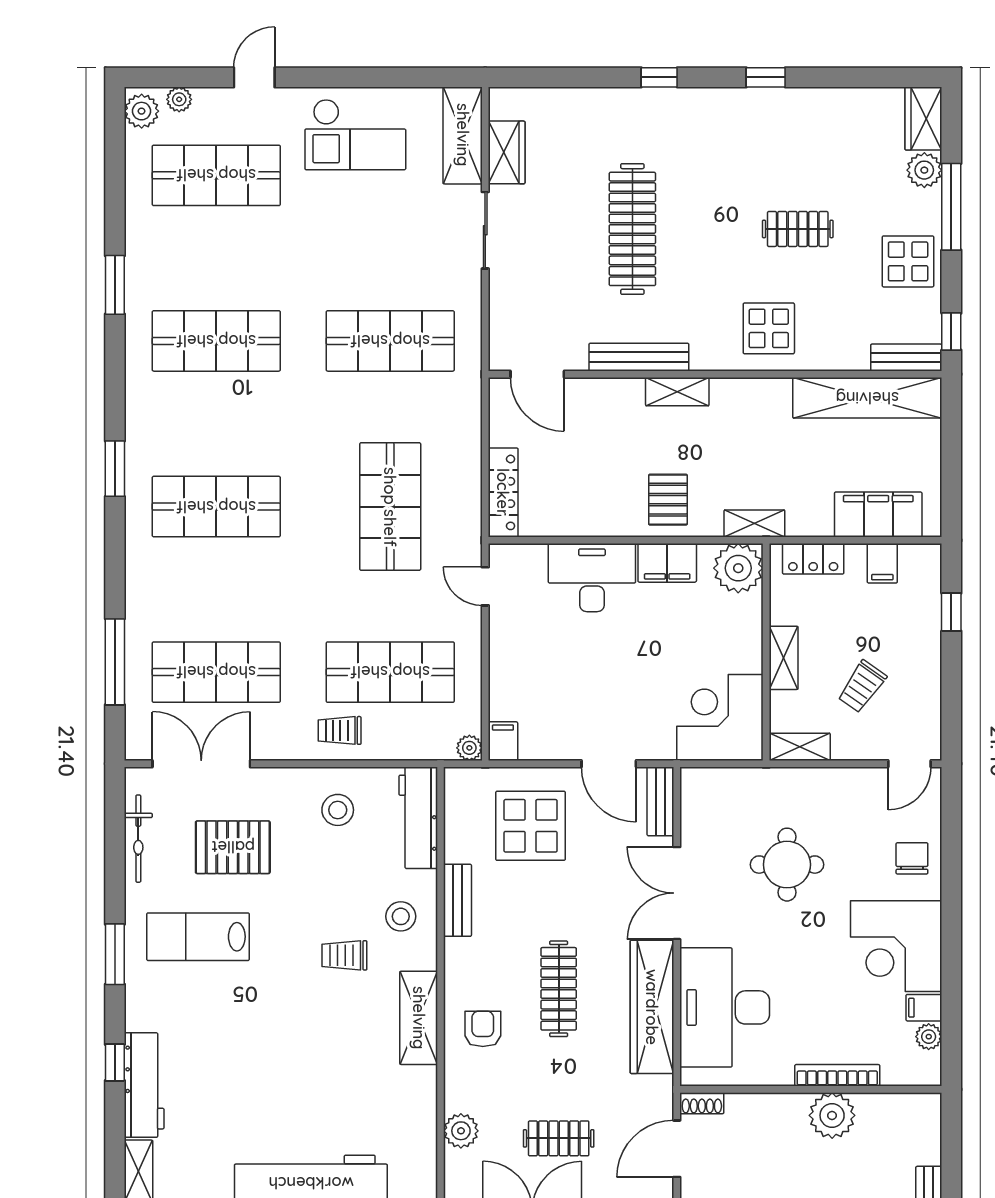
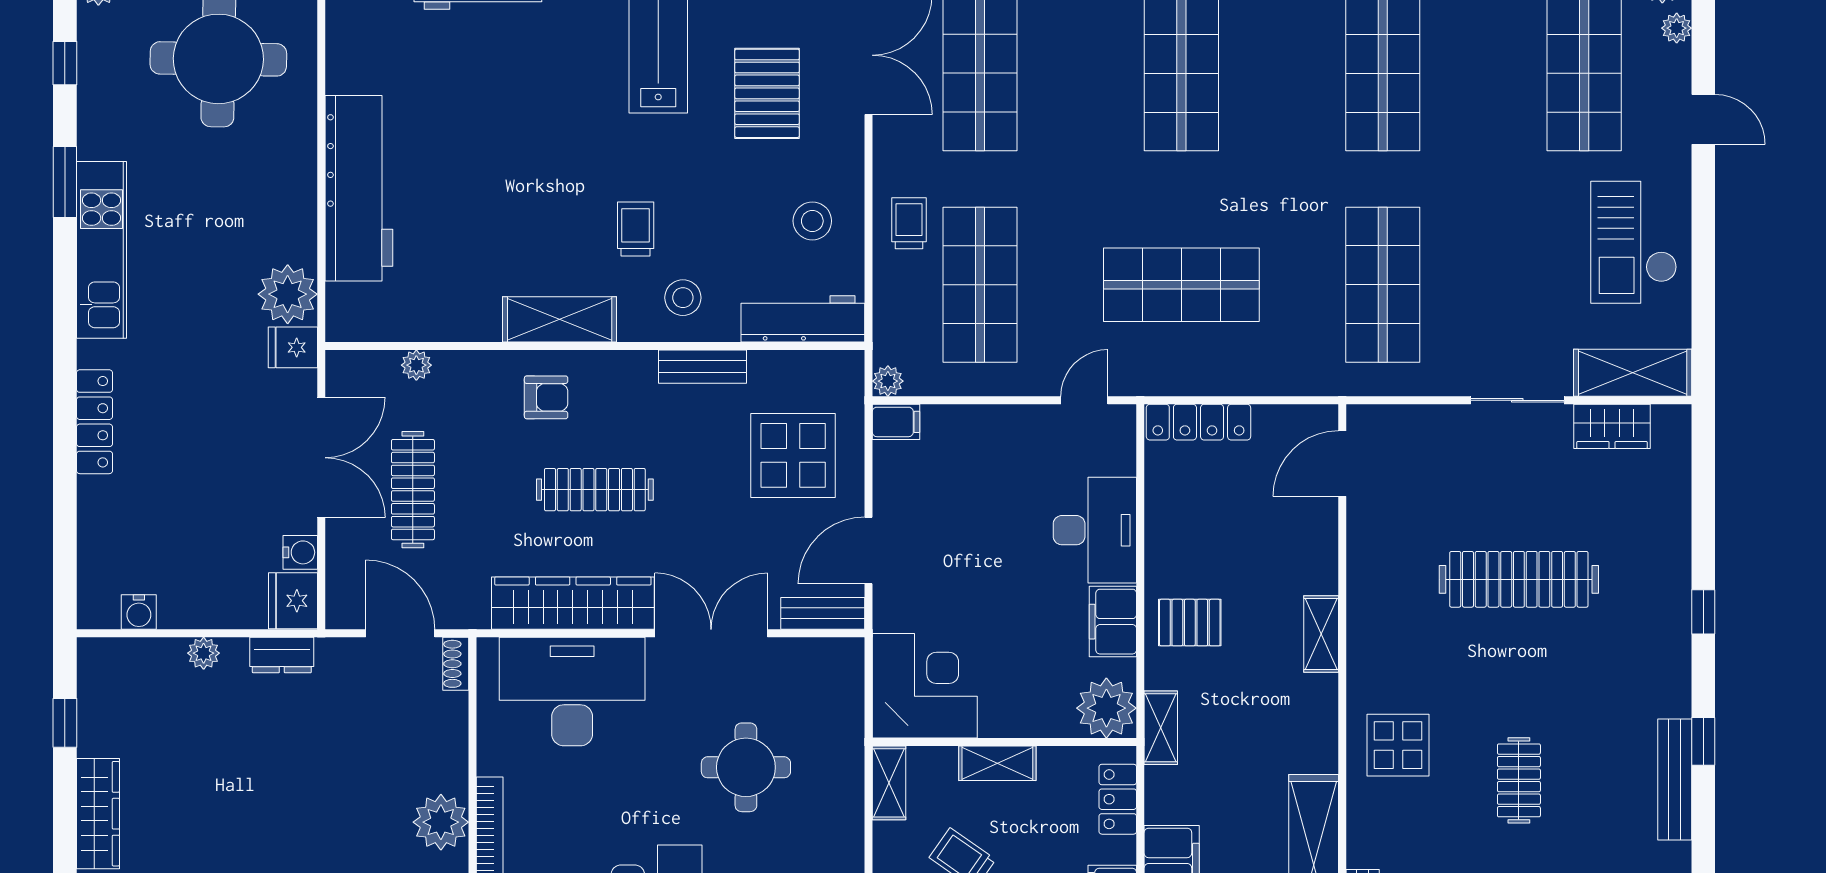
bench: (639, 357) -> (1675, 780), moved
plant: (461, 1131) -> (416, 365), width x0.73, depth x0.73
clothes rail: (559, 1138) -> (413, 490), width x1.36

